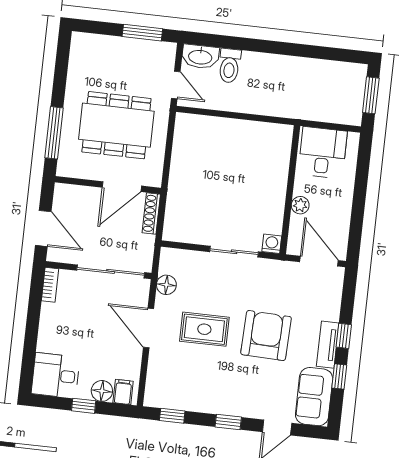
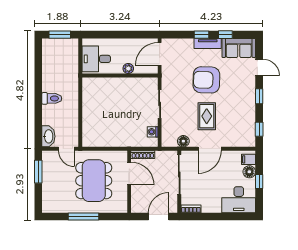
toilet: (229, 66) -> (52, 98), moved
door: (176, 85) -> (66, 149), swing flipped
window: (54, 133) -> (83, 217), moved
washing machine: (272, 244) -> (153, 132), moved
desk: (56, 375) -> (239, 200), width x1.37

